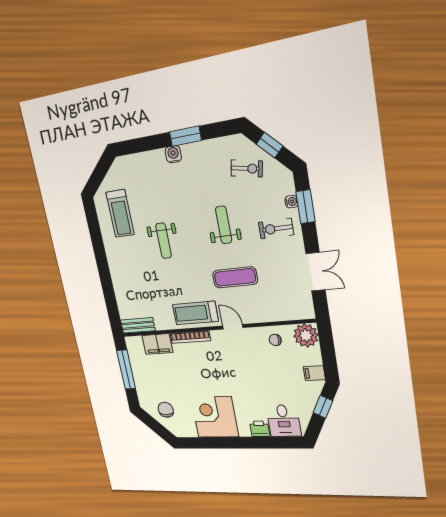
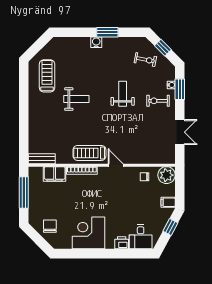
treadmill: (120, 213) -> (47, 76), turned 180
weight bench: (164, 241) -> (76, 99), turned -90
exercise mat: (235, 277) -> (124, 130), removed

